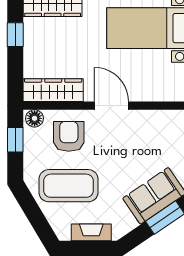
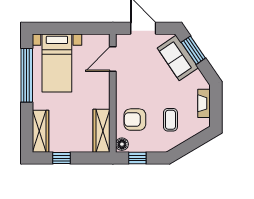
door: (112, 106) -> (113, 59), moved
coffee table: (68, 186) -> (170, 120), width x0.54, depth x0.58

